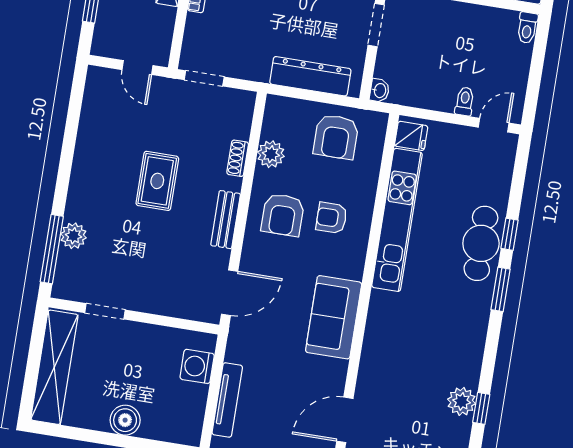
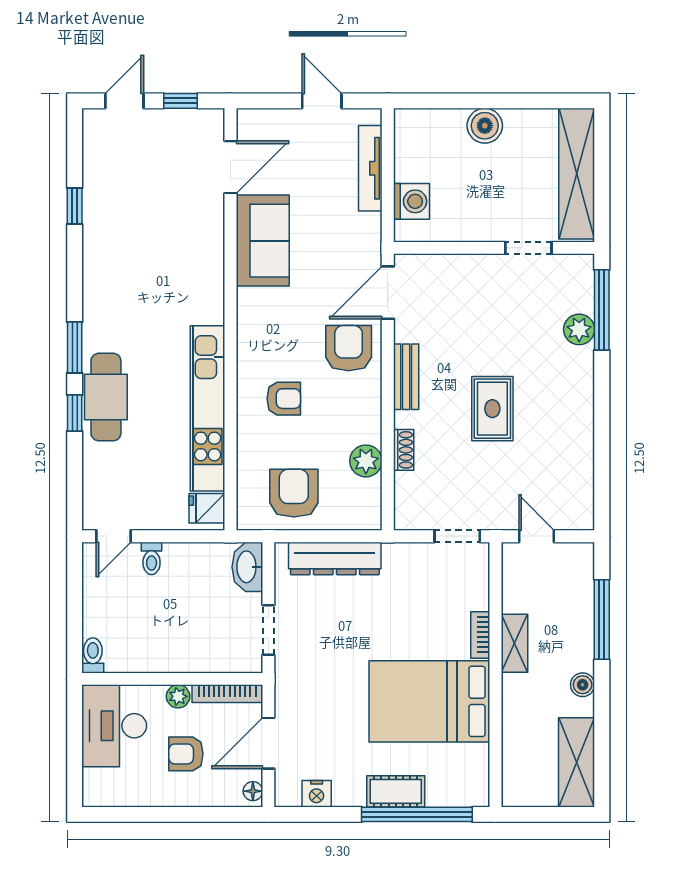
washbasin: (380, 90) -> (247, 567), width x1.91, depth x1.45
armchair: (283, 215) -> (349, 348), moved
sofa: (334, 317) -> (263, 241), moved
plant: (462, 401) -> (99, 210), removed

